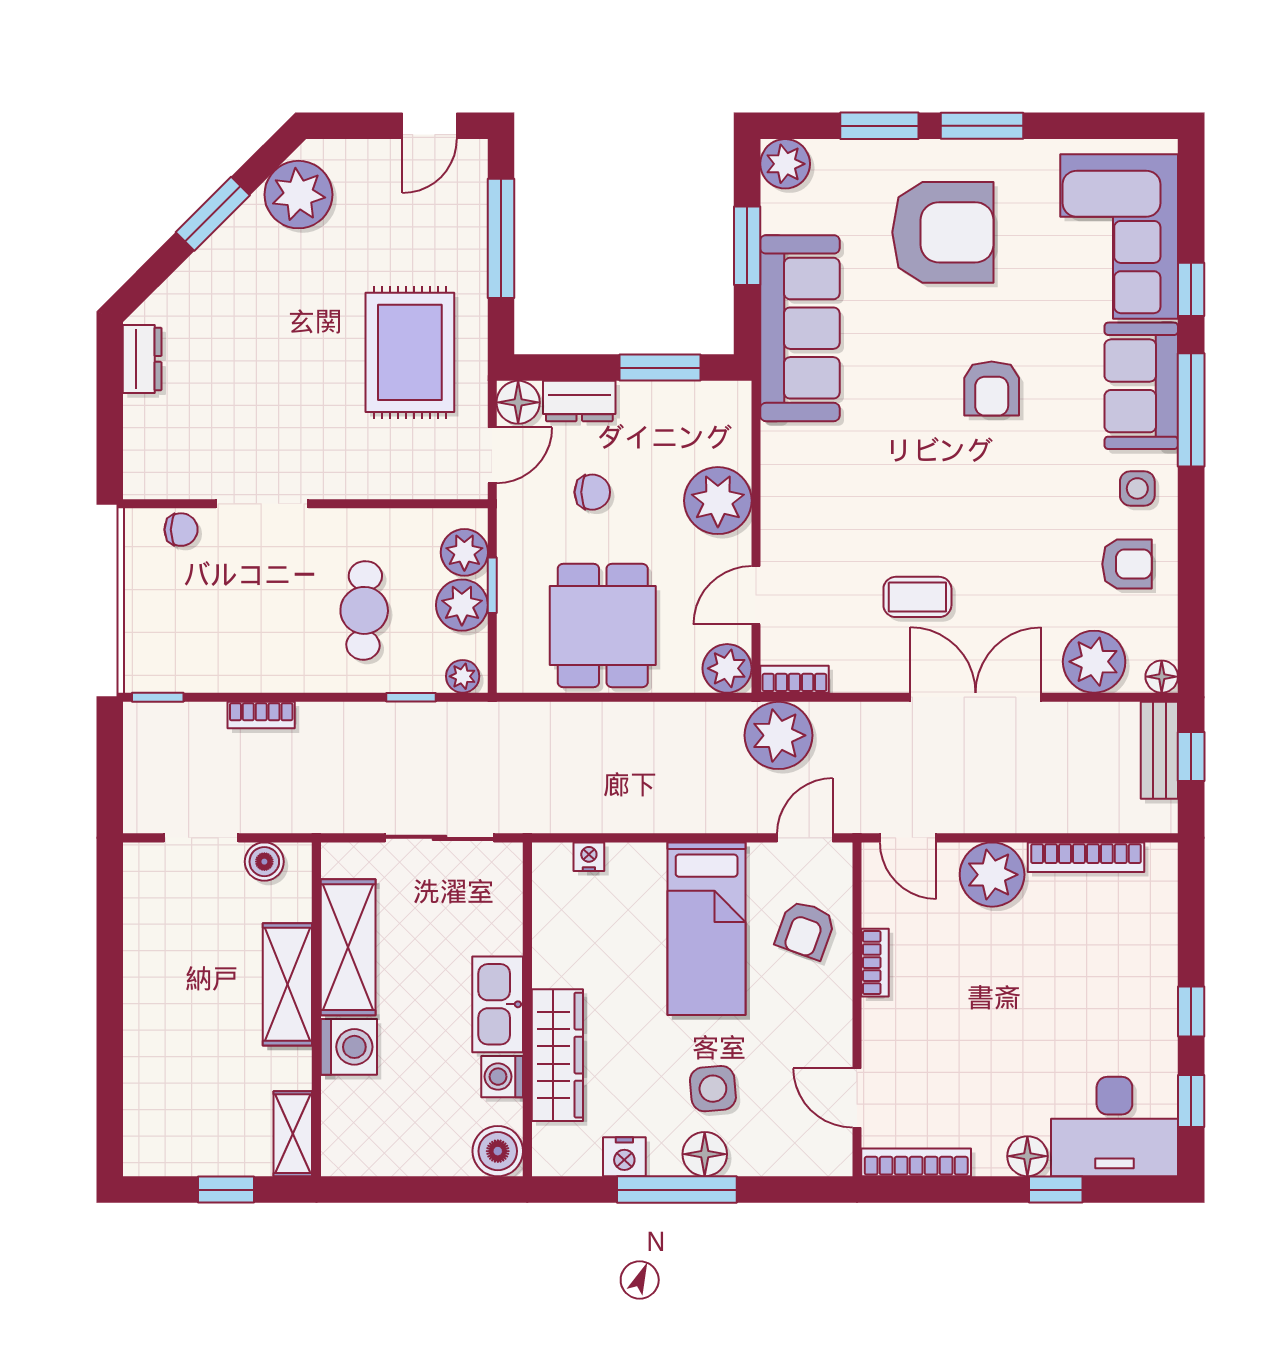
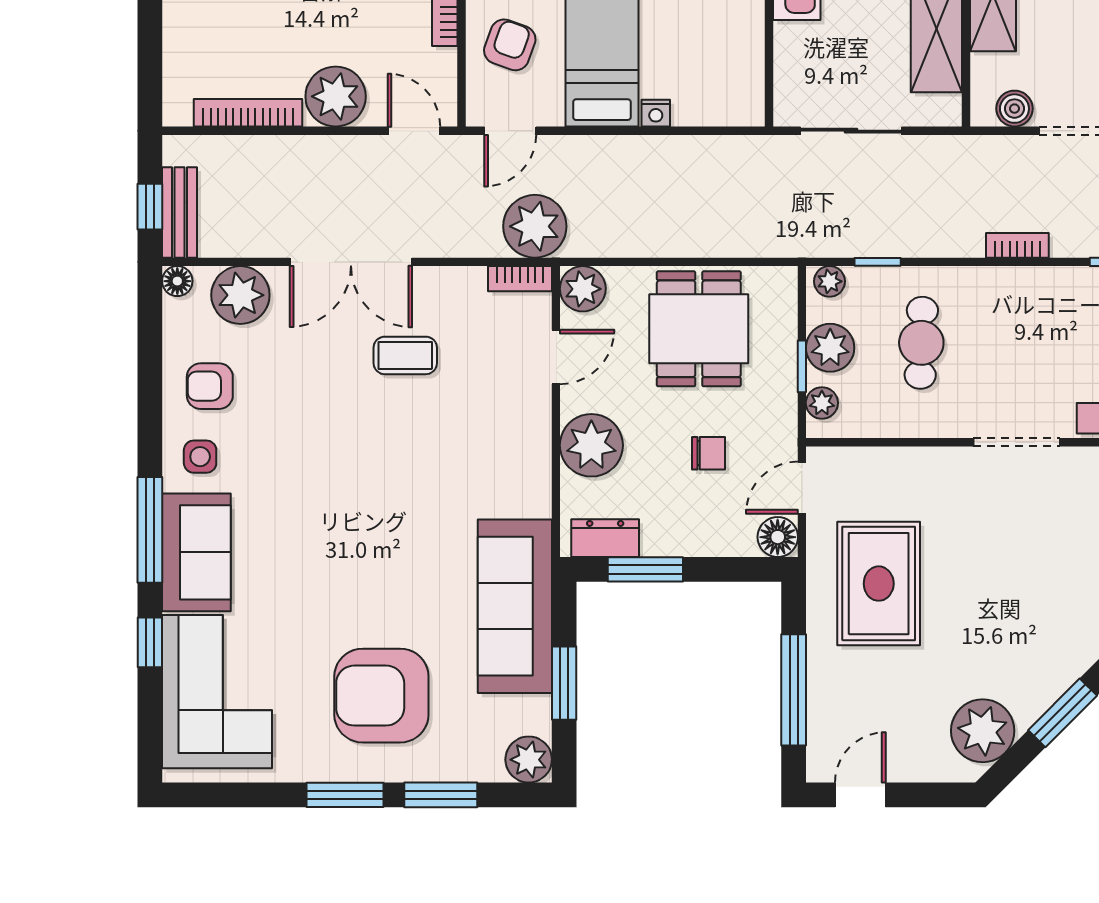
armchair: (992, 389) -> (336, 550), removed
dresser: (579, 401) -> (605, 538), moved
chair: (592, 492) -> (709, 453), turned 180
plant: (464, 552) -> (822, 403), width x0.73, depth x0.73
nightstand: (589, 857) -> (656, 113), moved

